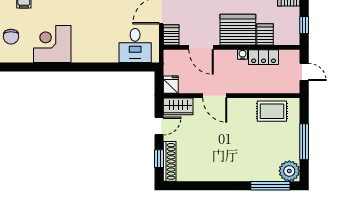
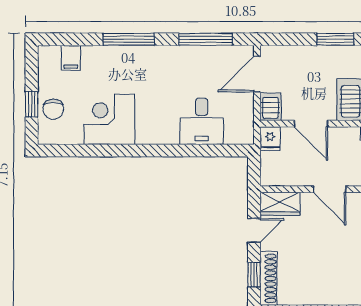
desk: (135, 45) -> (202, 121), moved
fridge: (171, 85) -> (270, 139), moved, turned 180

